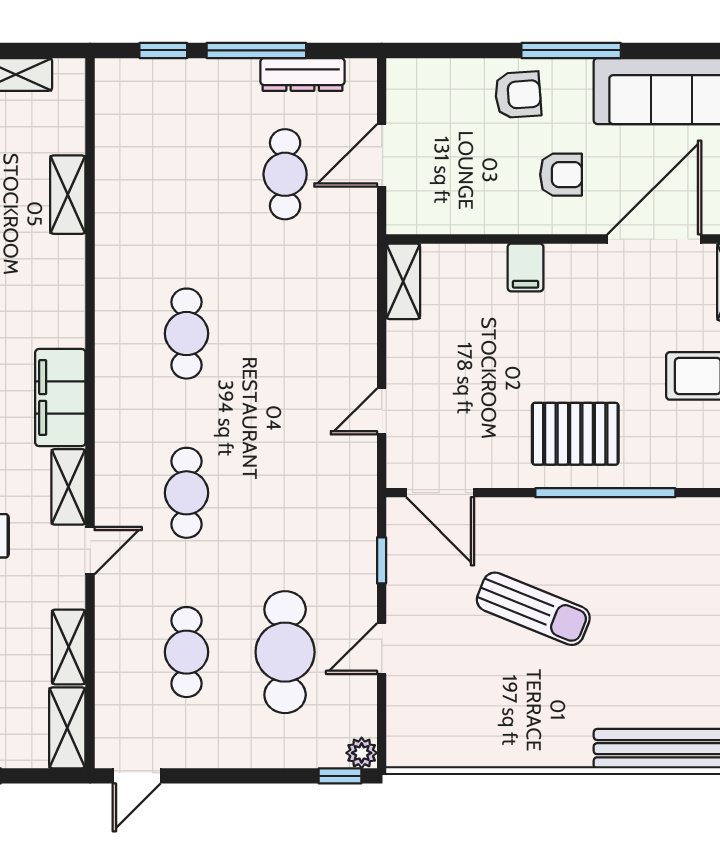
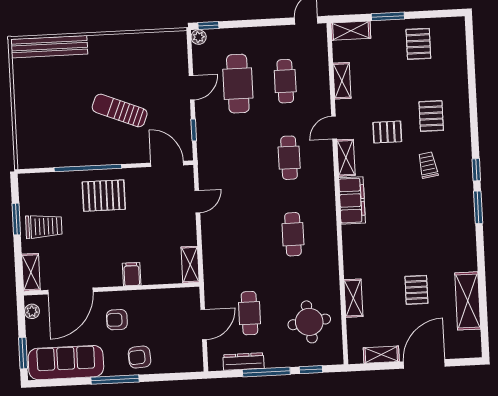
round table: (162, 150) -> (309, 322), added
shelving: (67, 728) -> (351, 31), moved, turned 90

